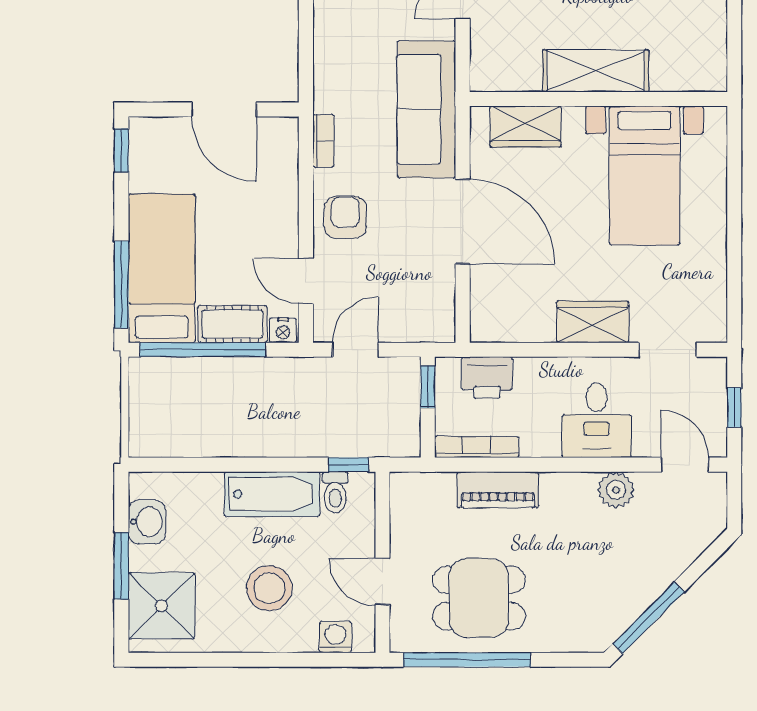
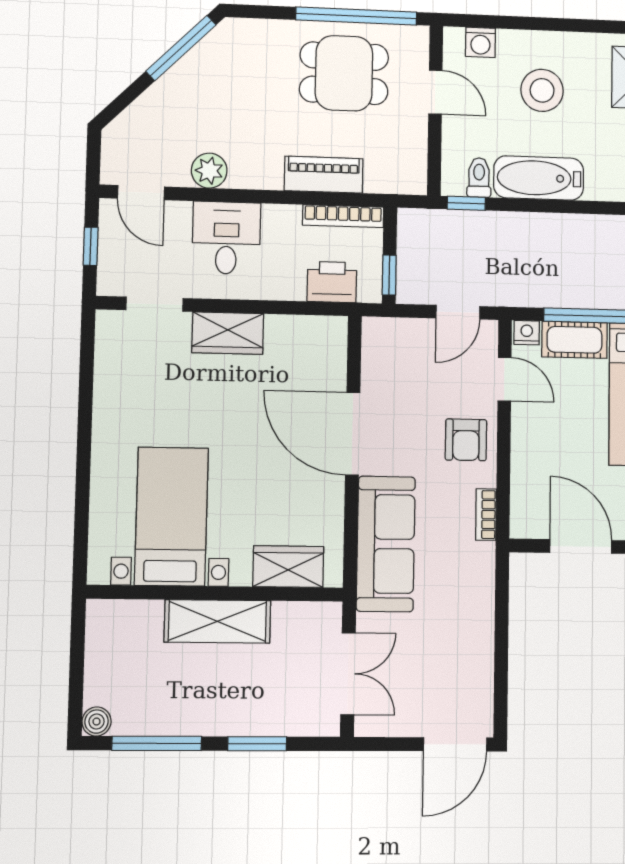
shelving: (596, 71) -> (217, 621), moved
wall: (598, 99) -> (215, 593), moved
wardrobe: (525, 127) -> (288, 567), moved
bed with nightstands: (645, 176) -> (171, 516), moved

